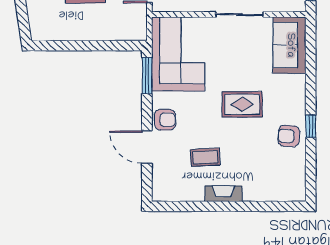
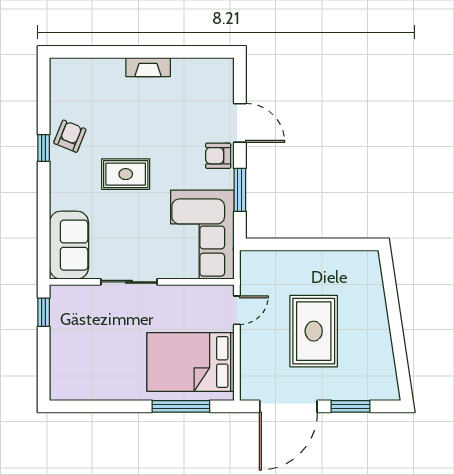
window: (147, 76) -> (240, 190), moved
armchair: (289, 136) -> (70, 136), turned -72
coffee table: (205, 157) -> (170, 111), removed

